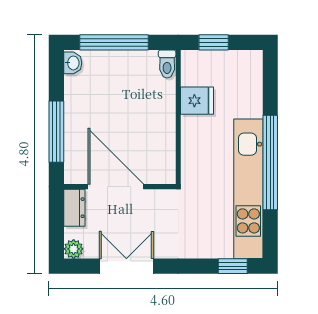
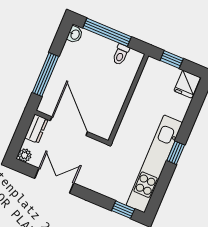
toilet: (167, 64) -> (121, 54), moved
fridge: (197, 101) -> (187, 84), moved, turned 90
window: (270, 162) -> (176, 153), width x0.32

